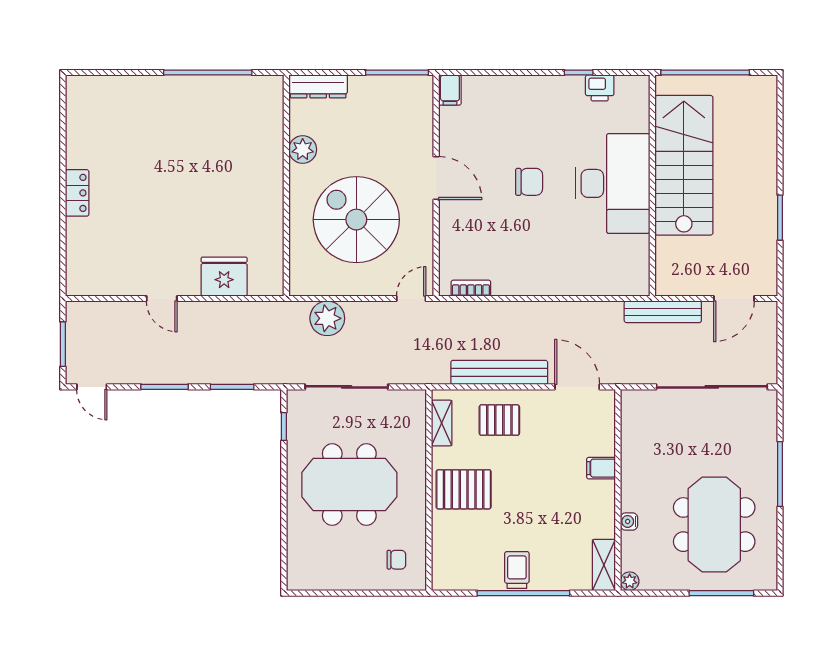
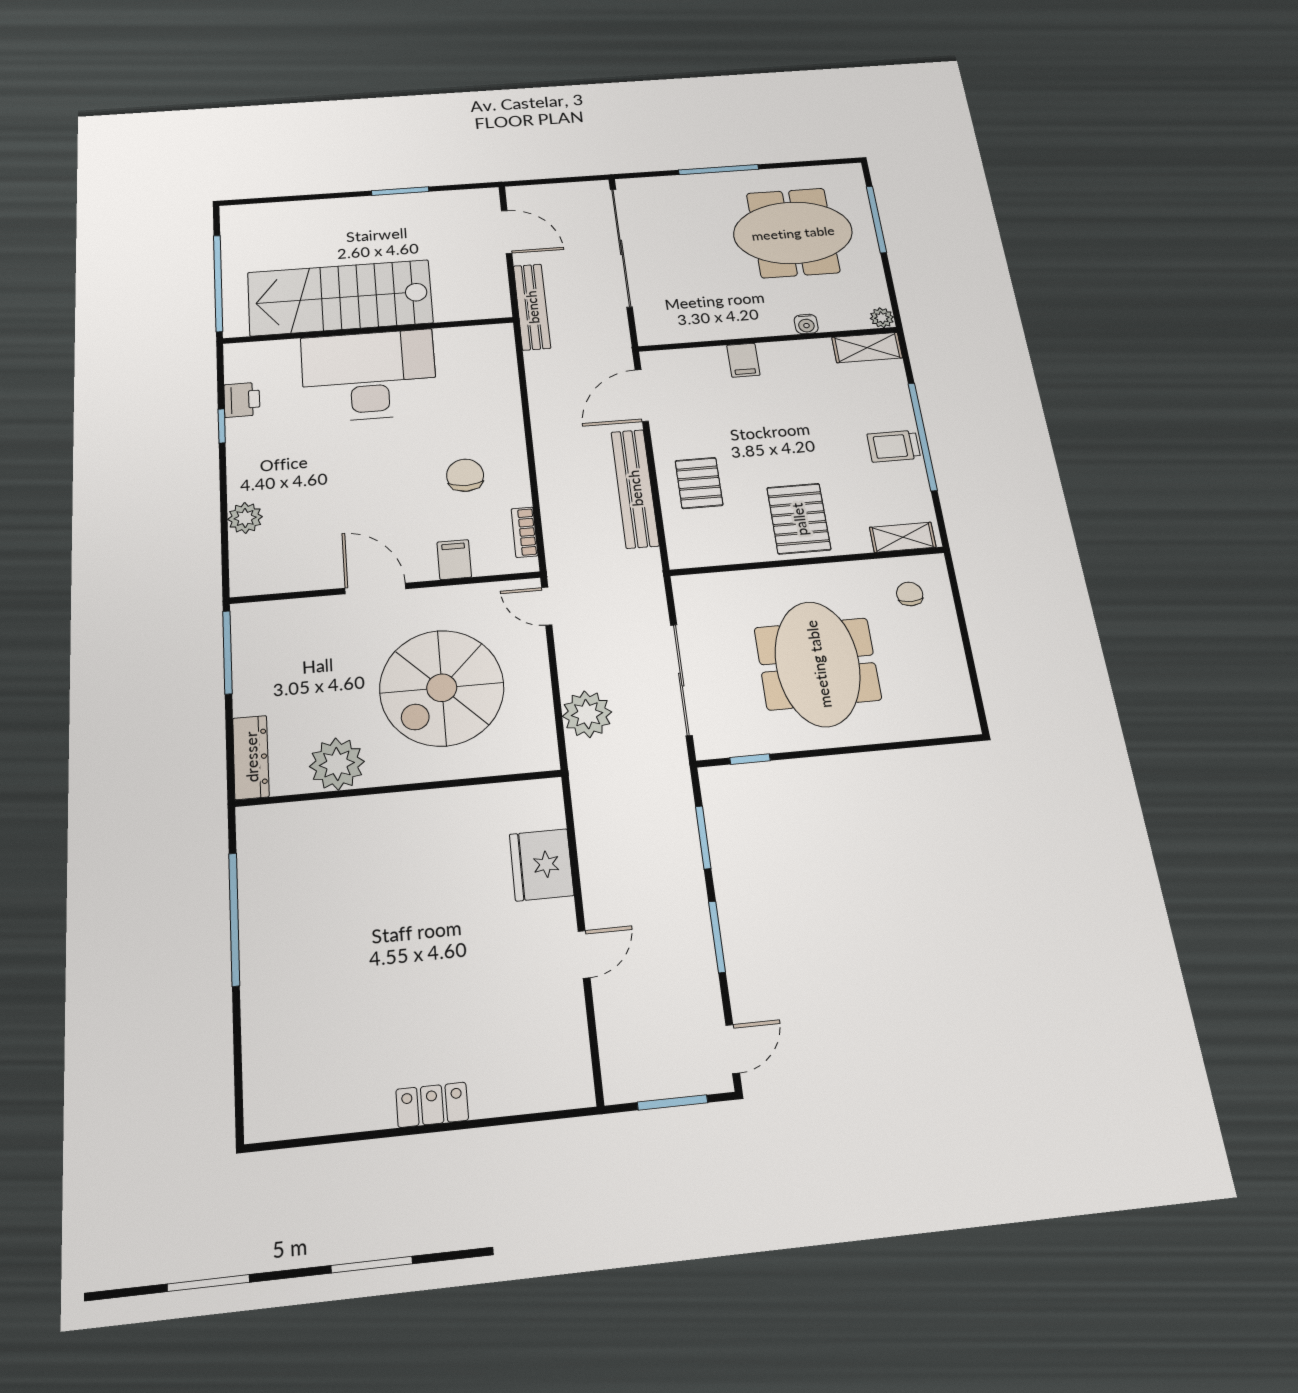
plant: (501, 88) -> (245, 518), added
filing cabinet: (450, 90) -> (454, 560), moved, turned -90
plant: (303, 149) -> (337, 764), width x1.36, depth x1.36
door: (436, 178) -> (375, 588), hinge flipped
chair: (529, 182) -> (465, 475), moved
shelving: (442, 423) -> (903, 537), moved

